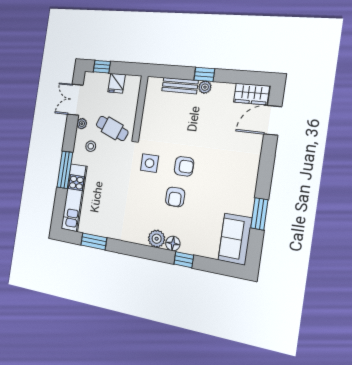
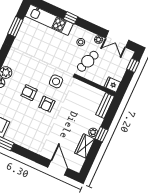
fridge: (117, 83) -> (112, 85), moved
bench: (180, 86) -> (105, 105), moved
wardrobe: (251, 94) -> (85, 146), moved
double door: (75, 100) -> (117, 39), swing flipped
window: (65, 170) -> (71, 18), width x0.46

